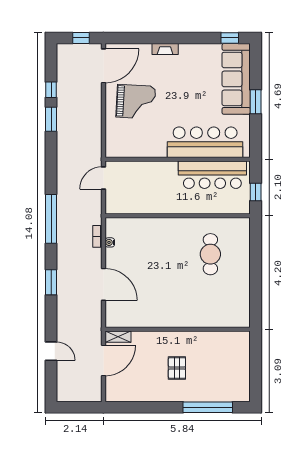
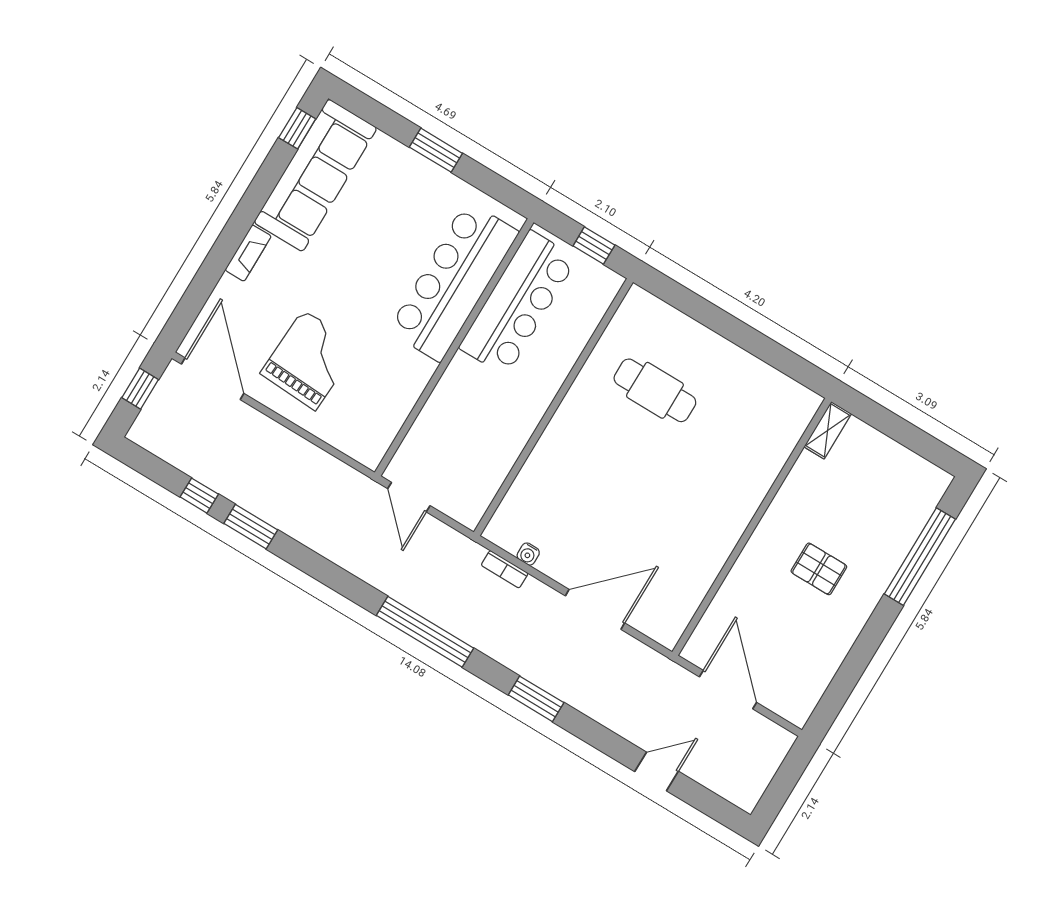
sofa: (236, 79) -> (315, 175), moved, turned -90
shelving: (118, 337) -> (828, 430), moved

